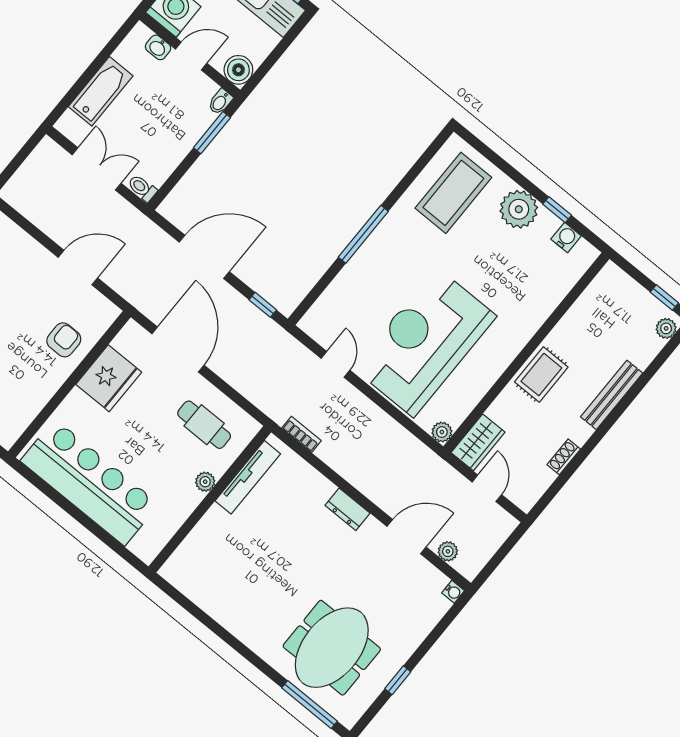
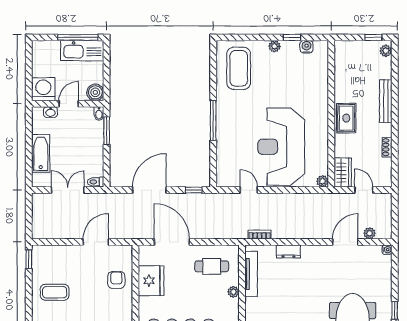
plant: (519, 209) -> (275, 46), width x0.53, depth x0.53
dresser: (348, 509) -> (288, 251), moved

